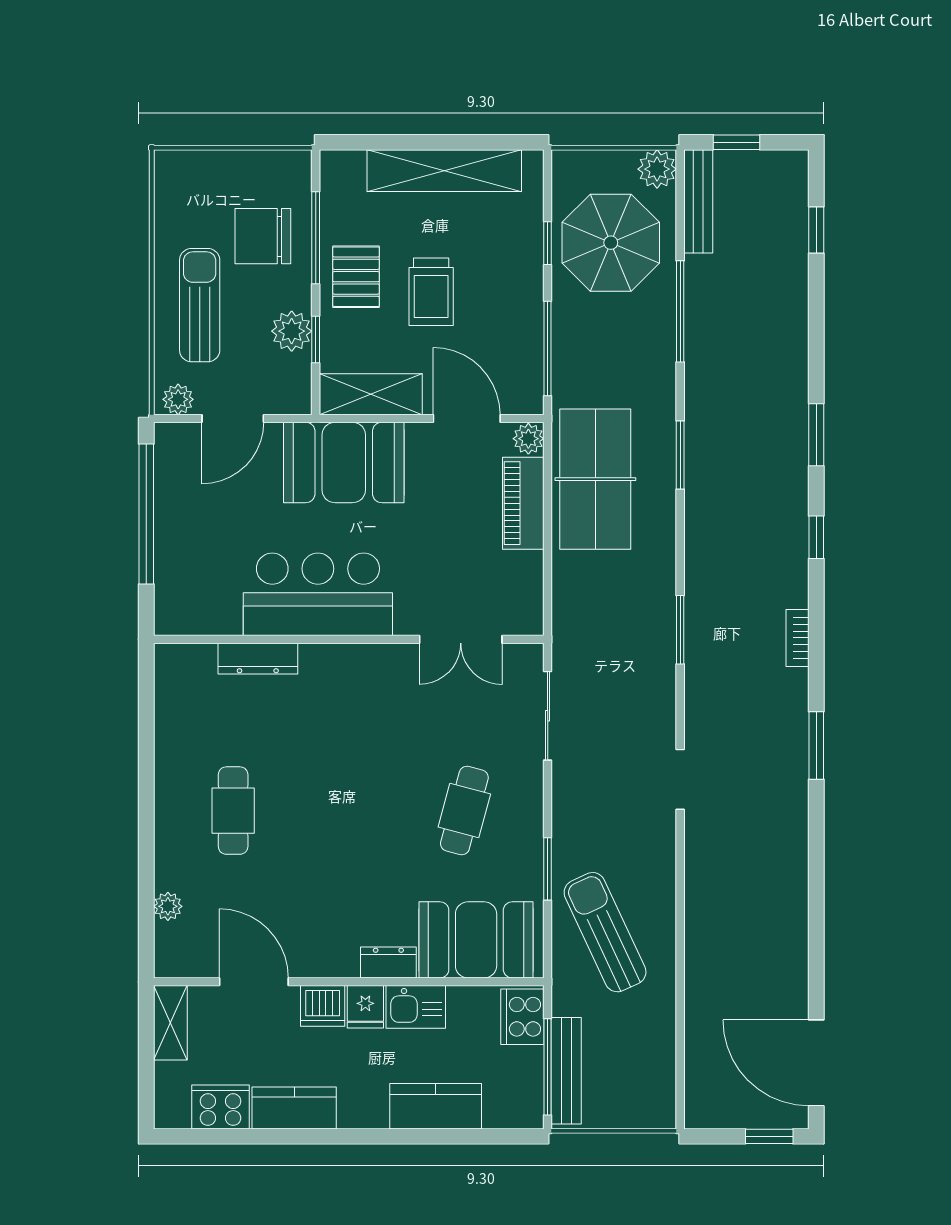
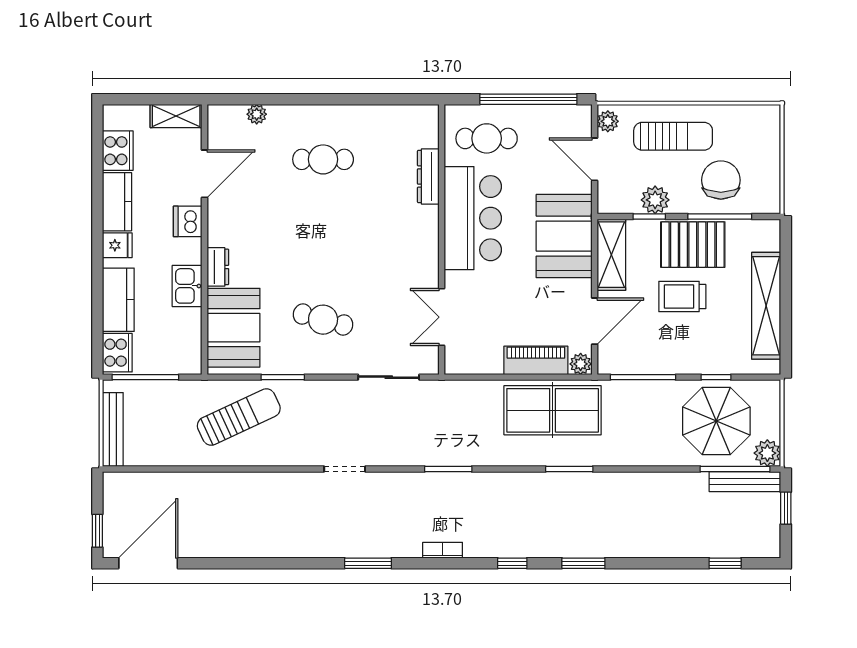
pallet: (356, 277) -> (693, 245), width x1.50, depth x1.42
window: (680, 311) -> (735, 469), moved
cafe table: (203, 574) -> (487, 138), added
fridge: (365, 1007) -> (117, 245), moved, turned 180
cooker: (522, 1017) -> (117, 353), moved, turned 90
bench: (566, 1071) -> (113, 429), moved, turned 90

